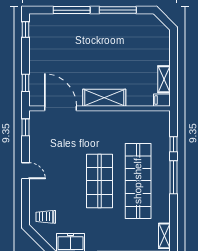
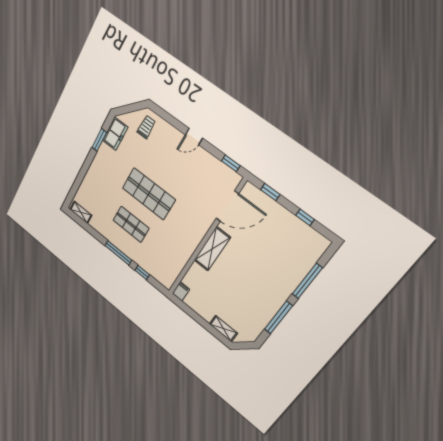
window: (26, 29) -> (305, 217), moved
shelving: (164, 79) -> (223, 329), moved
shop shelf: (138, 181) -> (131, 224), width x0.50, depth x0.74

